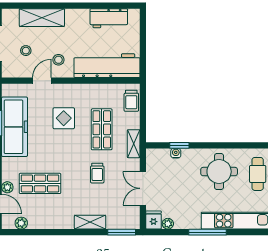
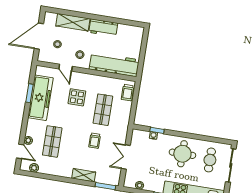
workbench: (109, 18) -> (103, 28), moved
door: (42, 81) -> (66, 68), swing flipped
shelving: (134, 144) -> (124, 124), removed
shop shelf: (40, 183) -> (52, 141), turned 90
fridge: (154, 220) -> (130, 181), removed

